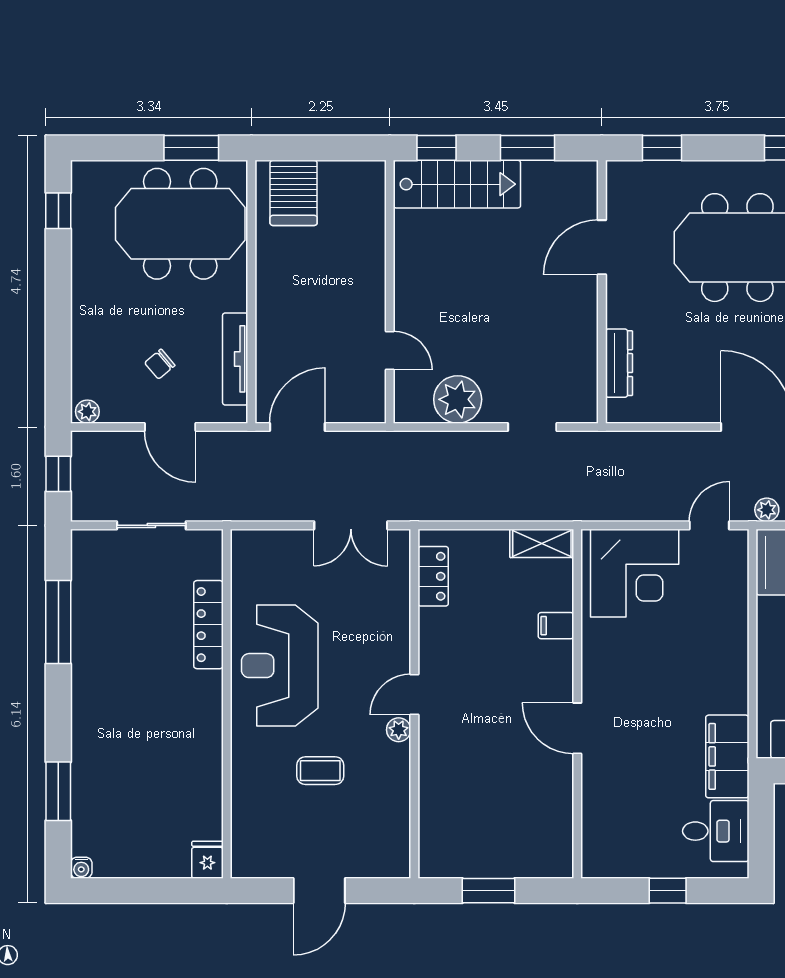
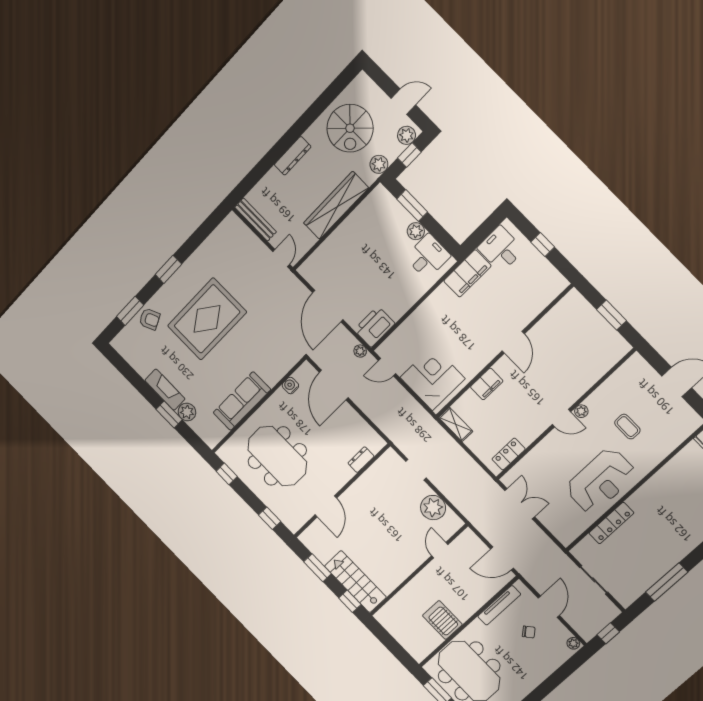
server rack: (294, 193) -> (442, 620), moved, turned -90
door: (602, 247) -> (326, 506), hinge flipped
dresser: (619, 363) -> (361, 460), width x0.70
filing cabinet: (556, 626) -> (487, 384), width x2.00

